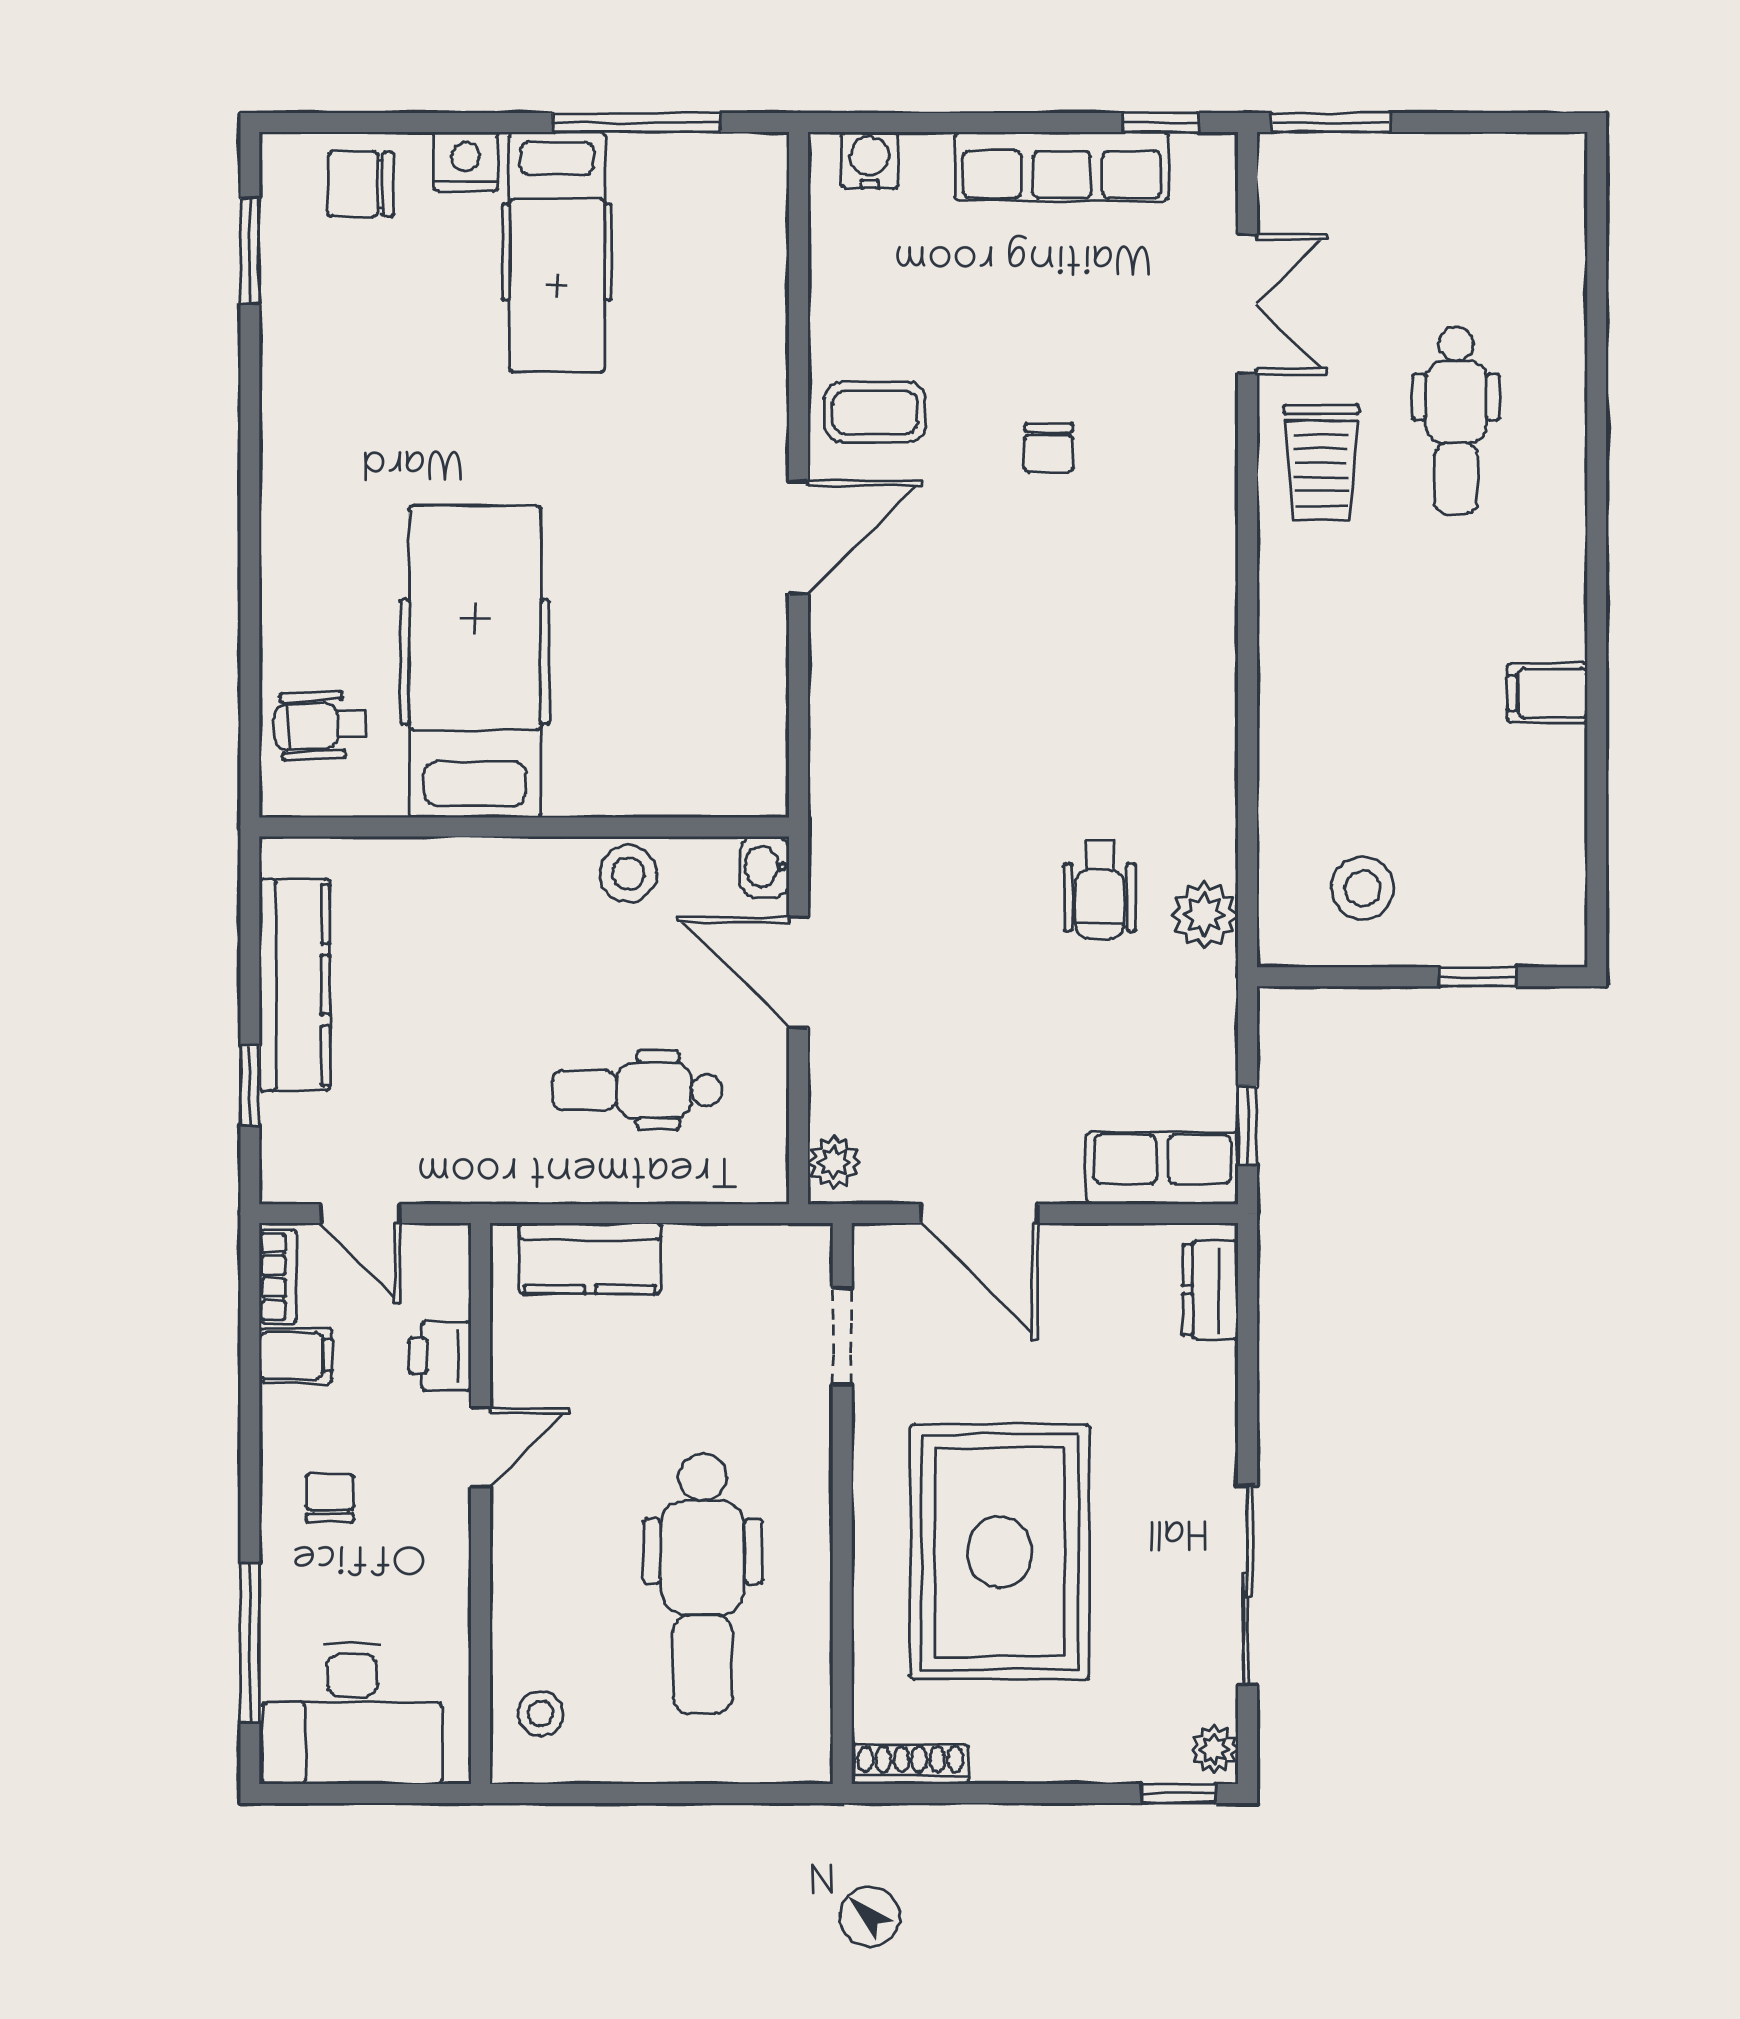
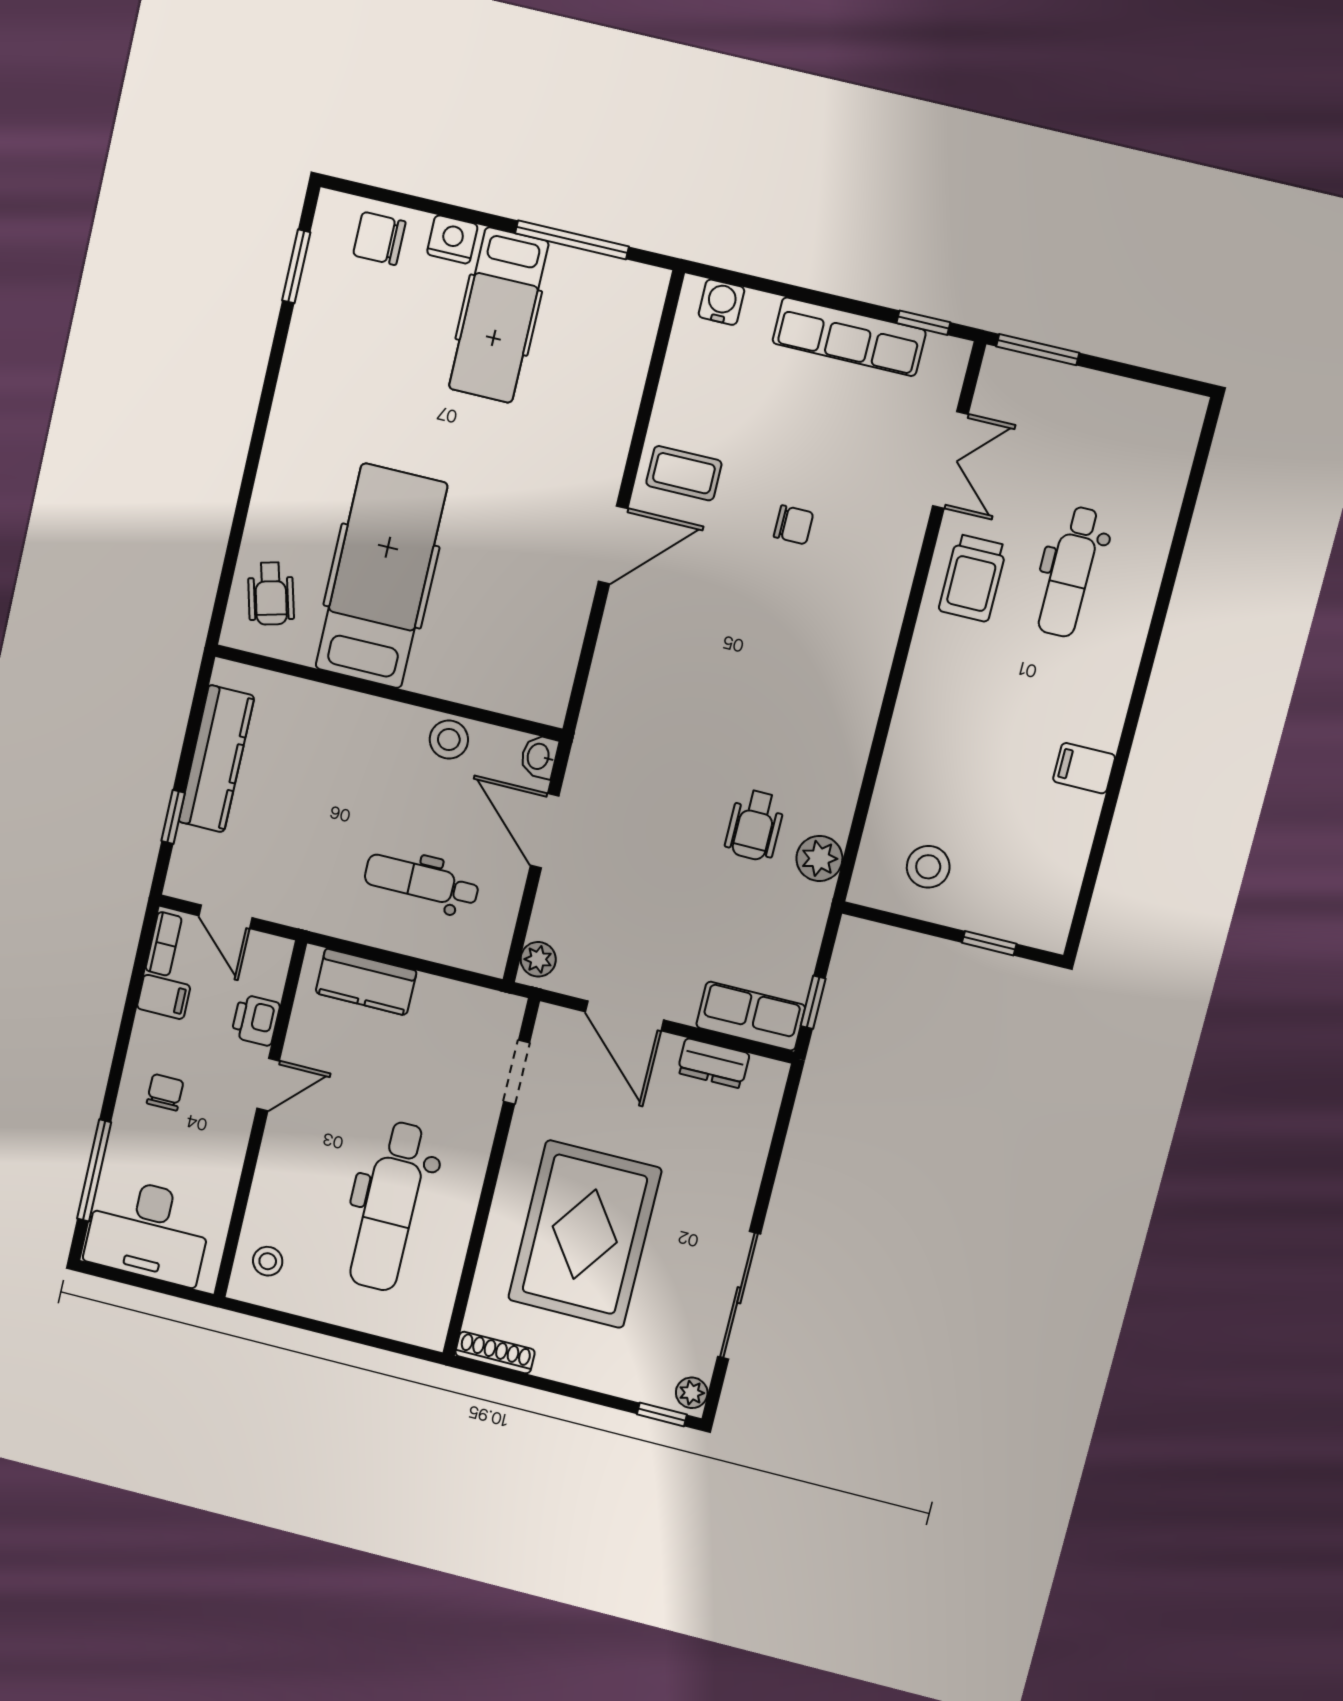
chair: (1049, 448) -> (793, 525), turned -90
wheelchair: (320, 726) -> (271, 594), turned -102
dresser: (1210, 1290) -> (713, 1063), moved, turned -90

